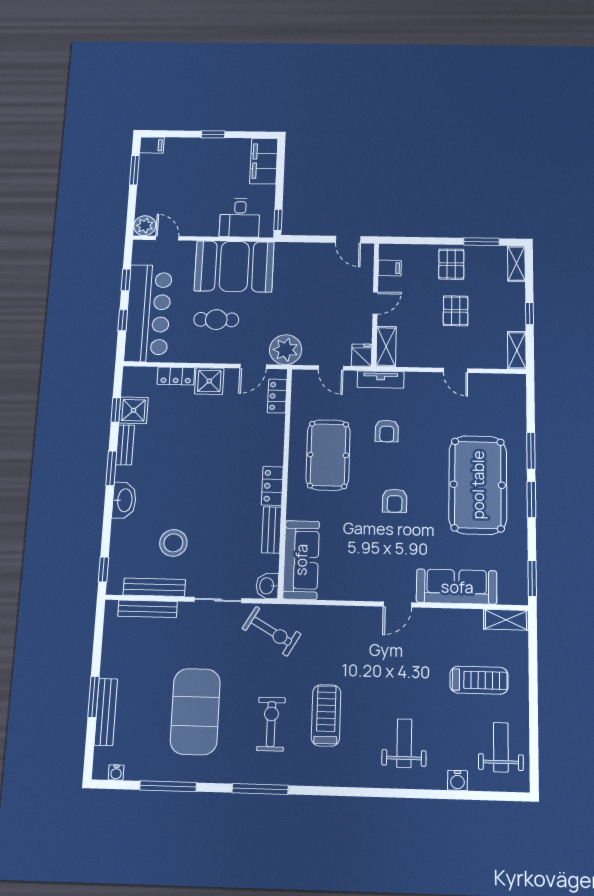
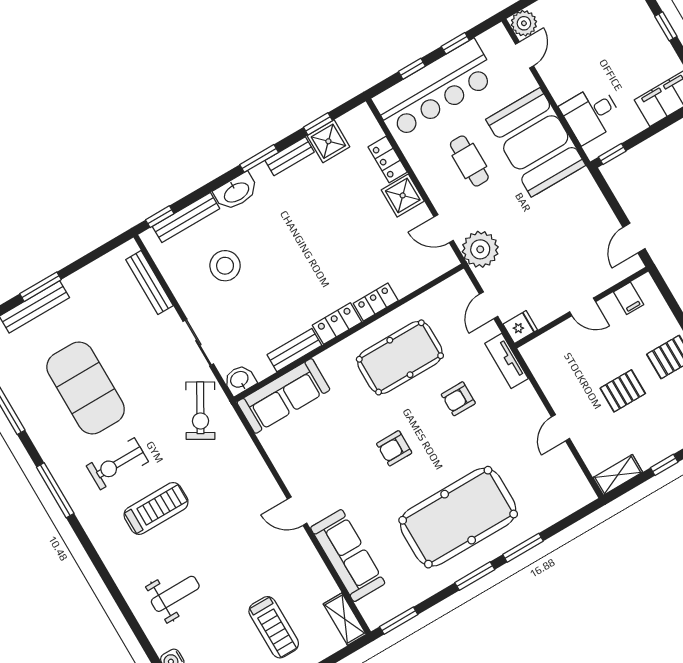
shelving: (386, 347) -> (544, 346), removed
locker: (277, 396) -> (376, 302), moved
bench: (154, 587) -> (186, 217), moved, turned 90
exercise mat: (195, 711) -> (86, 388), turned 90
exercise bike: (271, 724) -> (117, 464), turned 180

